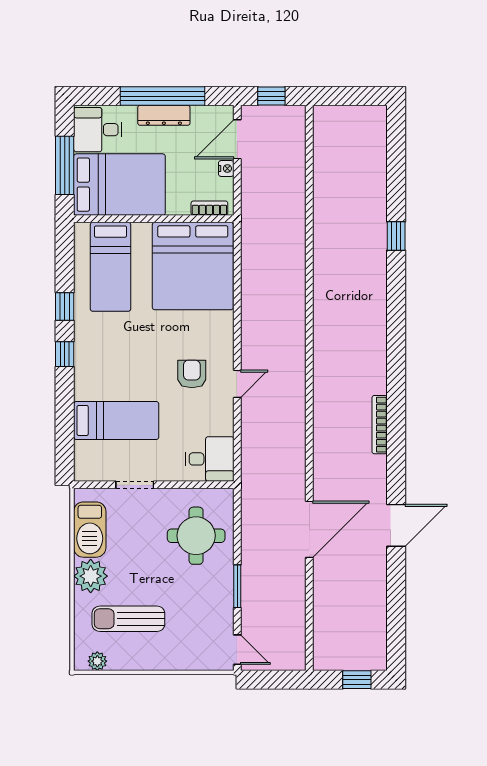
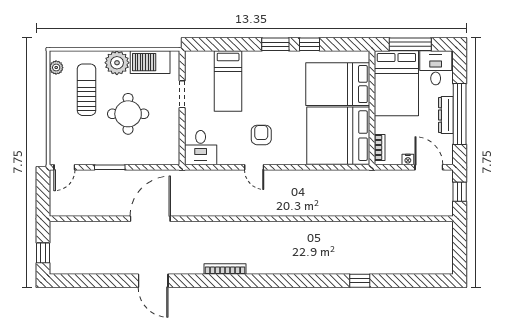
bed: (110, 267) -> (338, 84), width x1.50
window: (65, 354) -> (275, 44), width x1.50
armchair: (192, 374) -> (261, 135), turned -90
door: (309, 529) -> (150, 219), swing flipped
round table: (196, 536) -> (128, 114), moved

